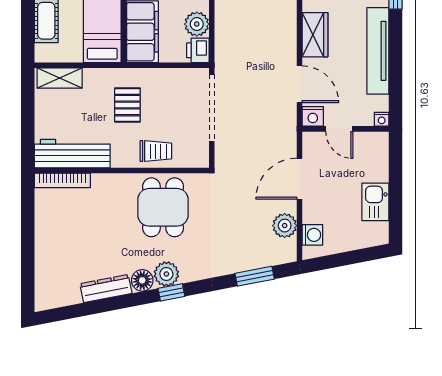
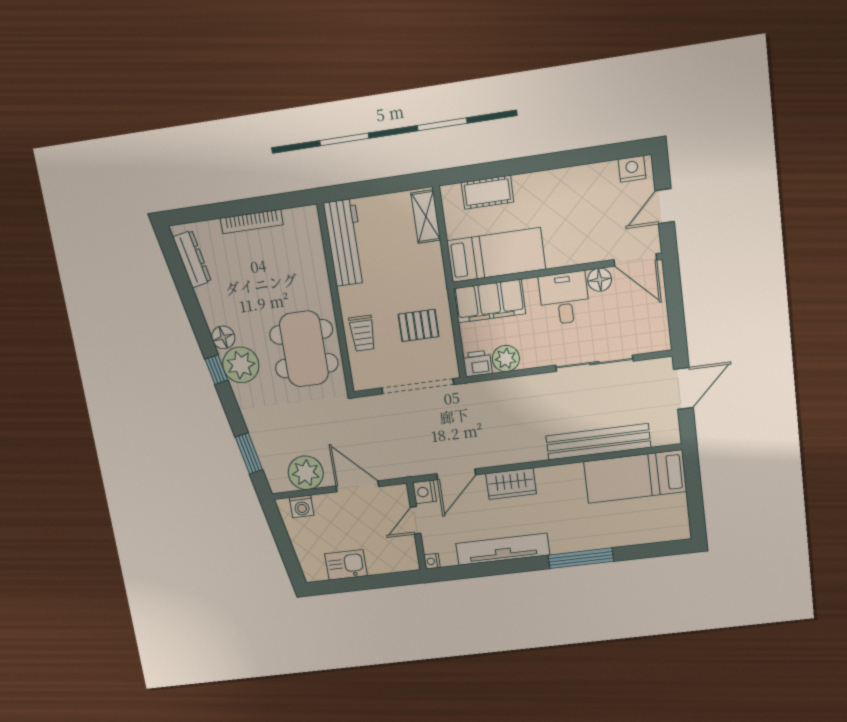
pallet: (127, 105) -> (419, 325), moved
bookcase: (62, 180) -> (252, 221), moved, turned -90
dining table: (163, 207) -> (304, 349), width x1.38
plant: (285, 226) -> (306, 473), width x1.36, depth x1.36
plant: (166, 274) -> (241, 365), width x1.36, depth x1.36
dresser: (106, 288) -> (192, 259), moved

